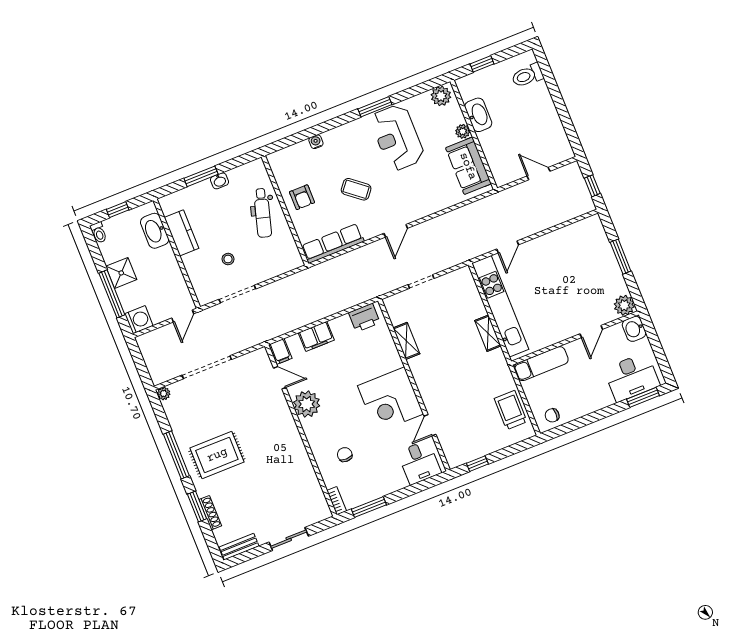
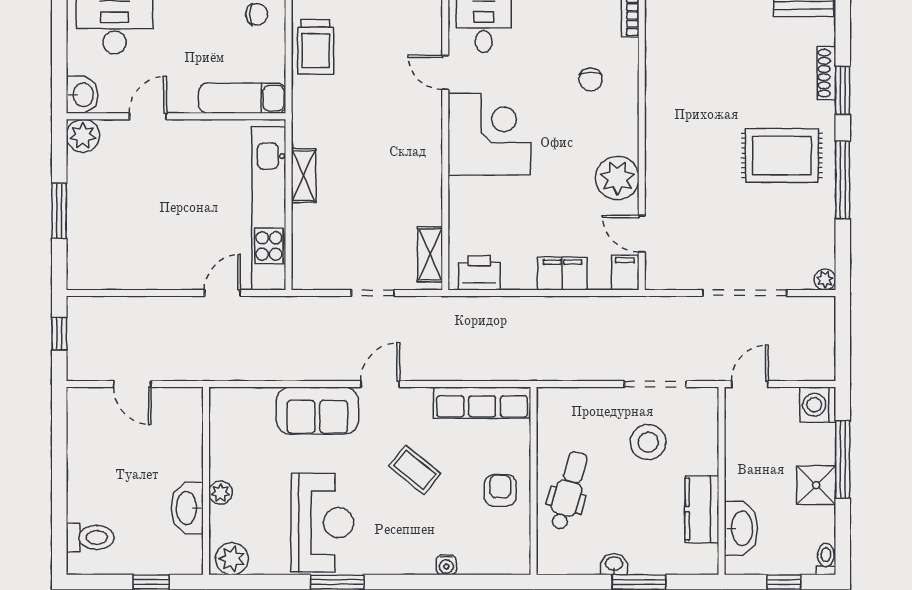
sofa: (468, 166) -> (317, 411), moved, turned 90
stool: (228, 259) -> (648, 442), width x1.89, depth x1.89
shelving: (406, 341) -> (430, 254), moved
door: (430, 425) -> (445, 72), swing flipped

